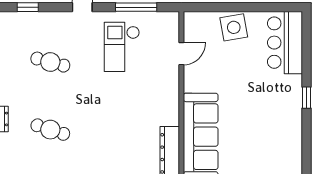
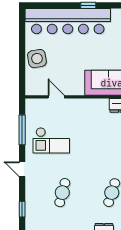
bar counter: (285, 43) -> (68, 21), width x1.86

